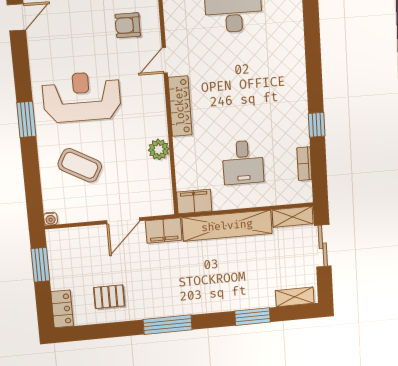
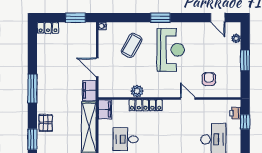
locker: (180, 106) -> (146, 105), moved
pallet: (109, 297) -> (46, 123), moved

